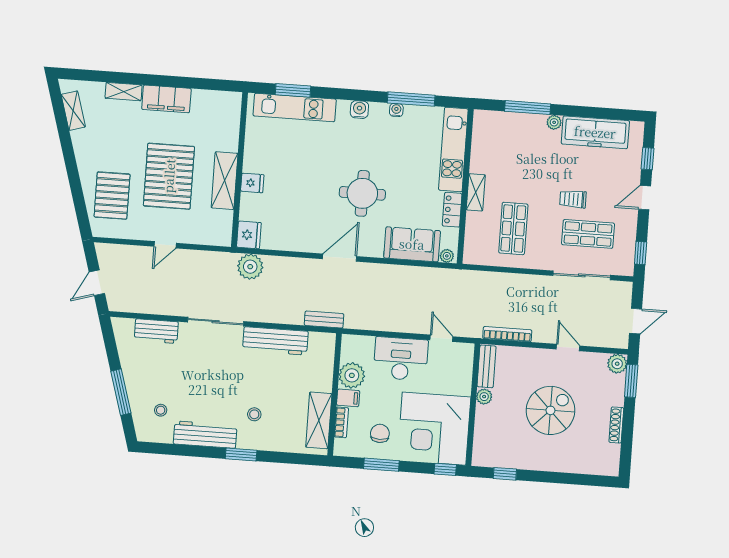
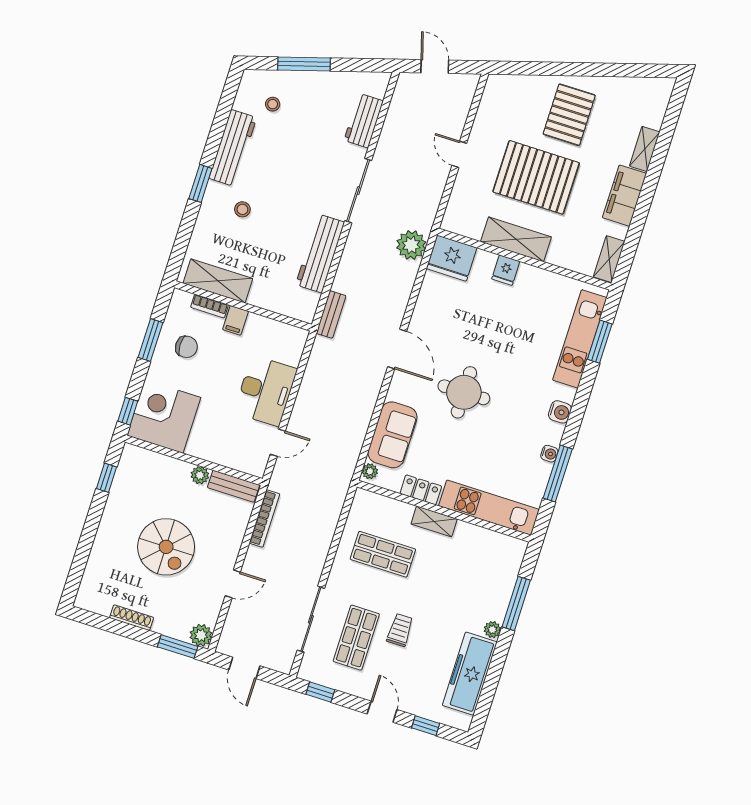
shelving: (73, 111) -> (609, 259), moved, turned -73
pallet: (112, 196) -> (569, 115), moved, turned 90
fridge: (249, 235) -> (452, 258), width x1.36, depth x1.34
plant: (352, 375) -> (260, 331), removed
corner desk: (434, 429) -> (164, 416), width x0.74, depth x0.74

